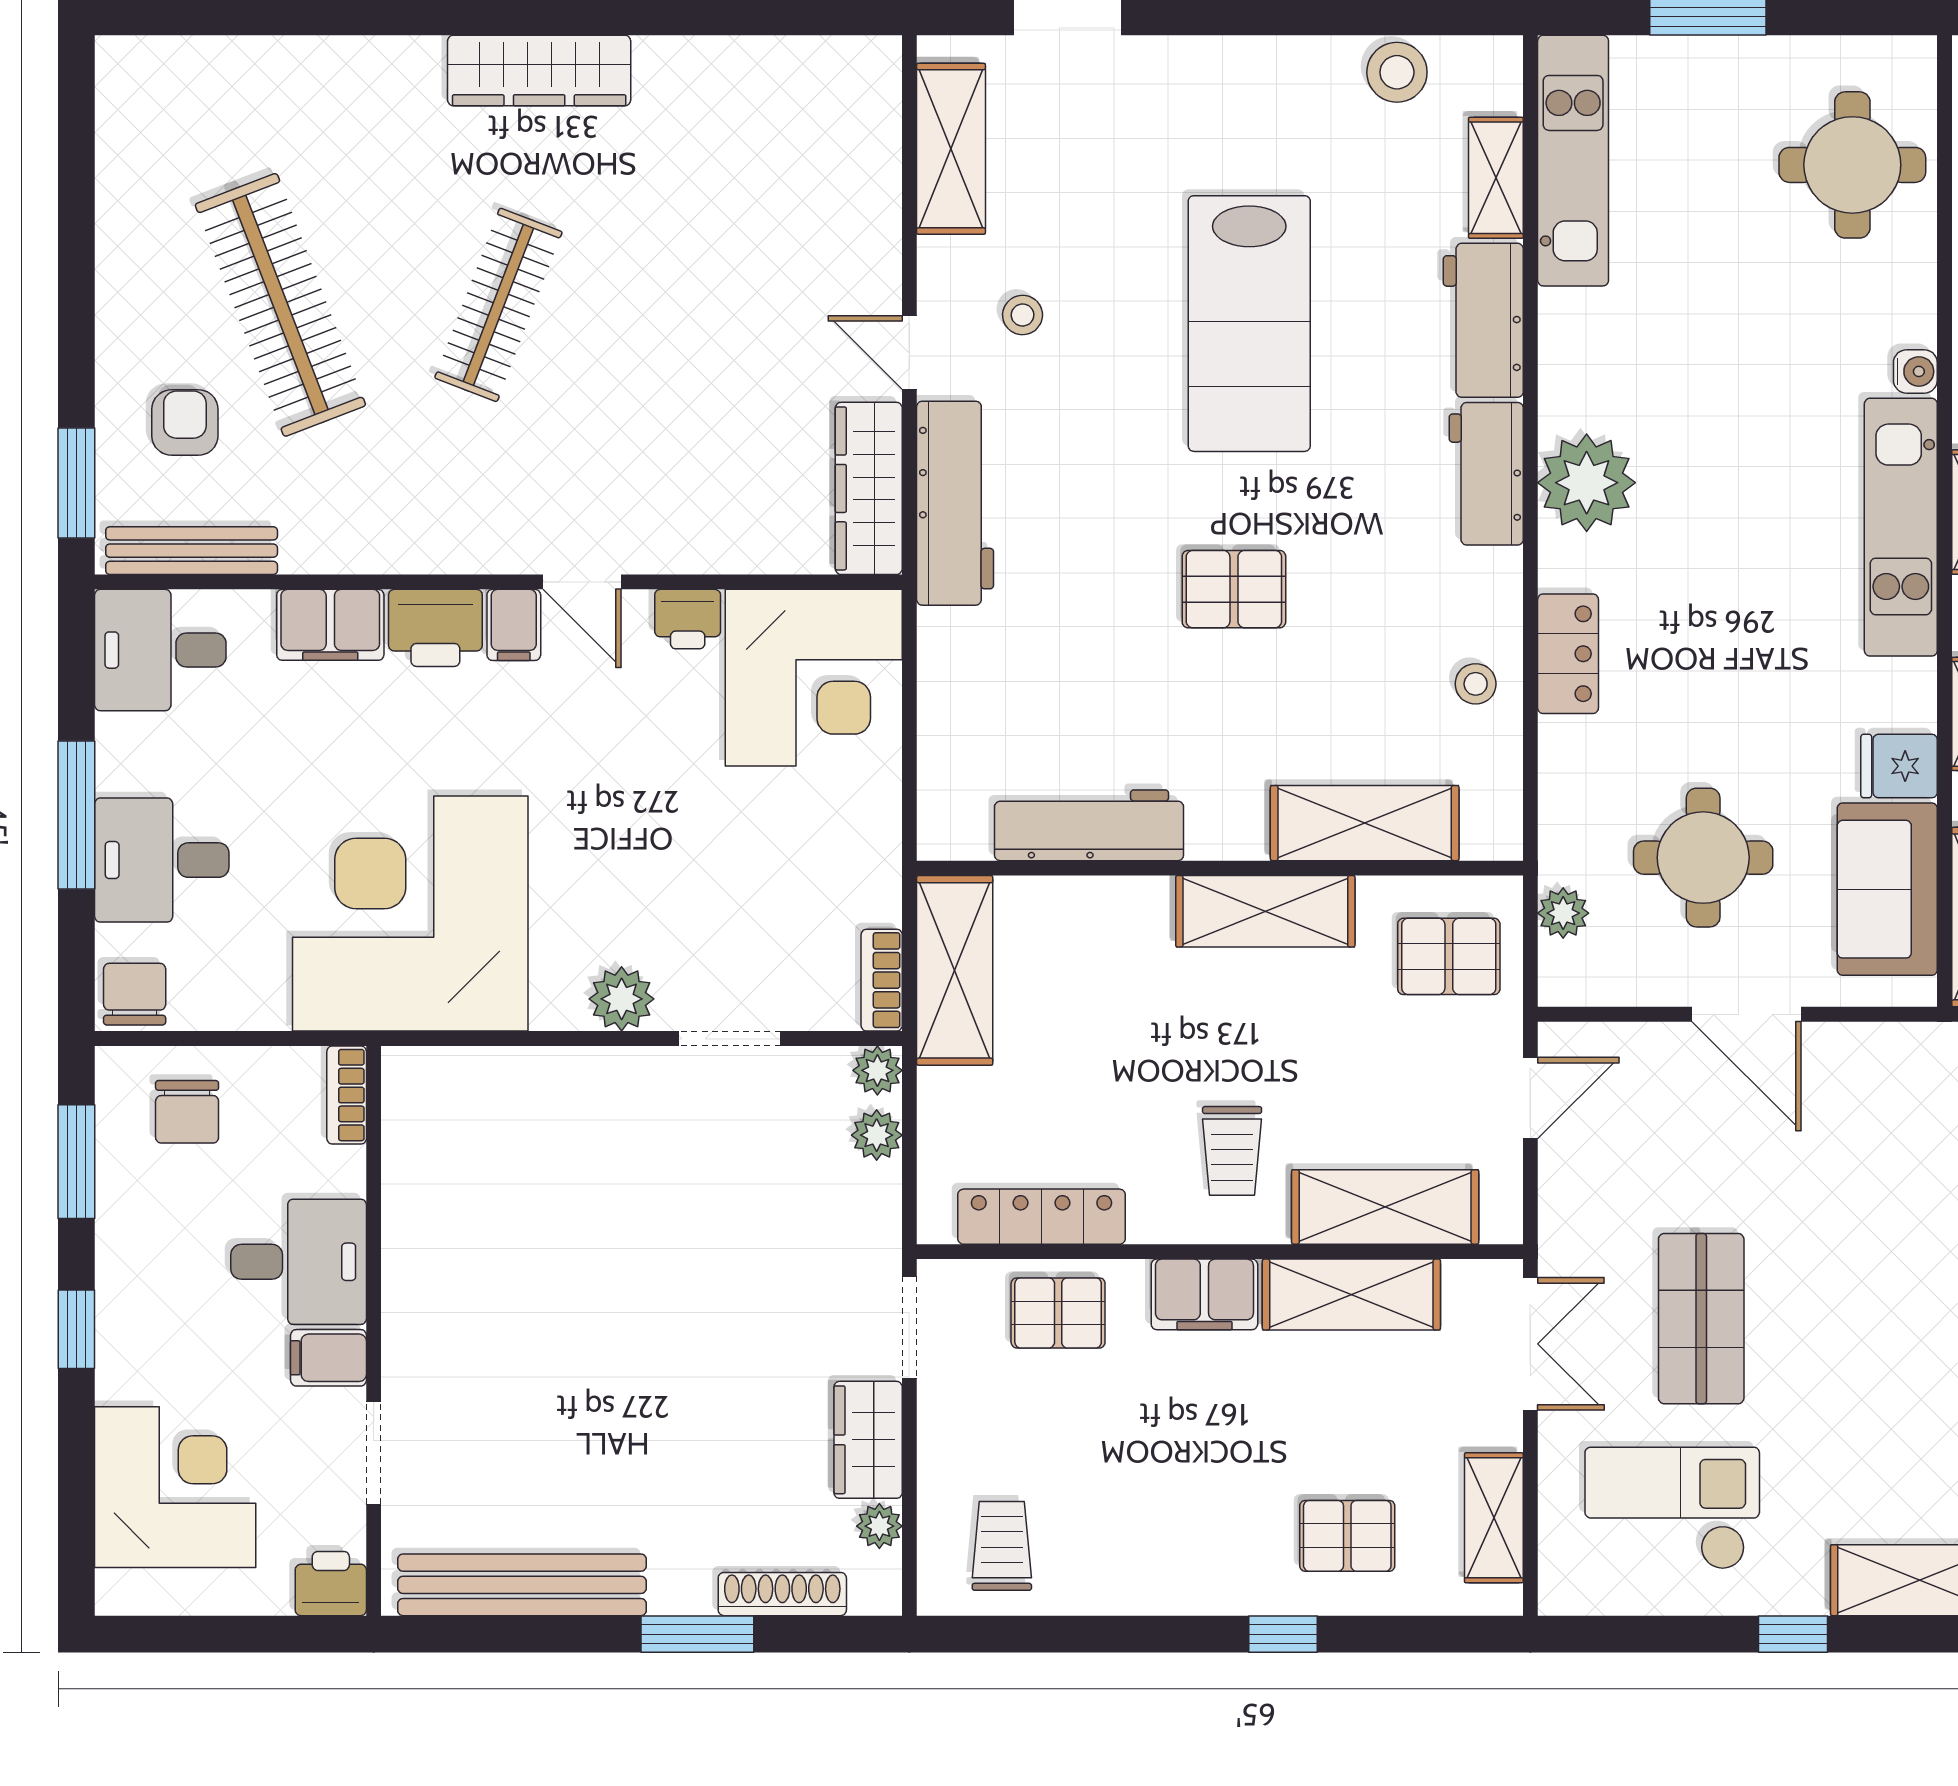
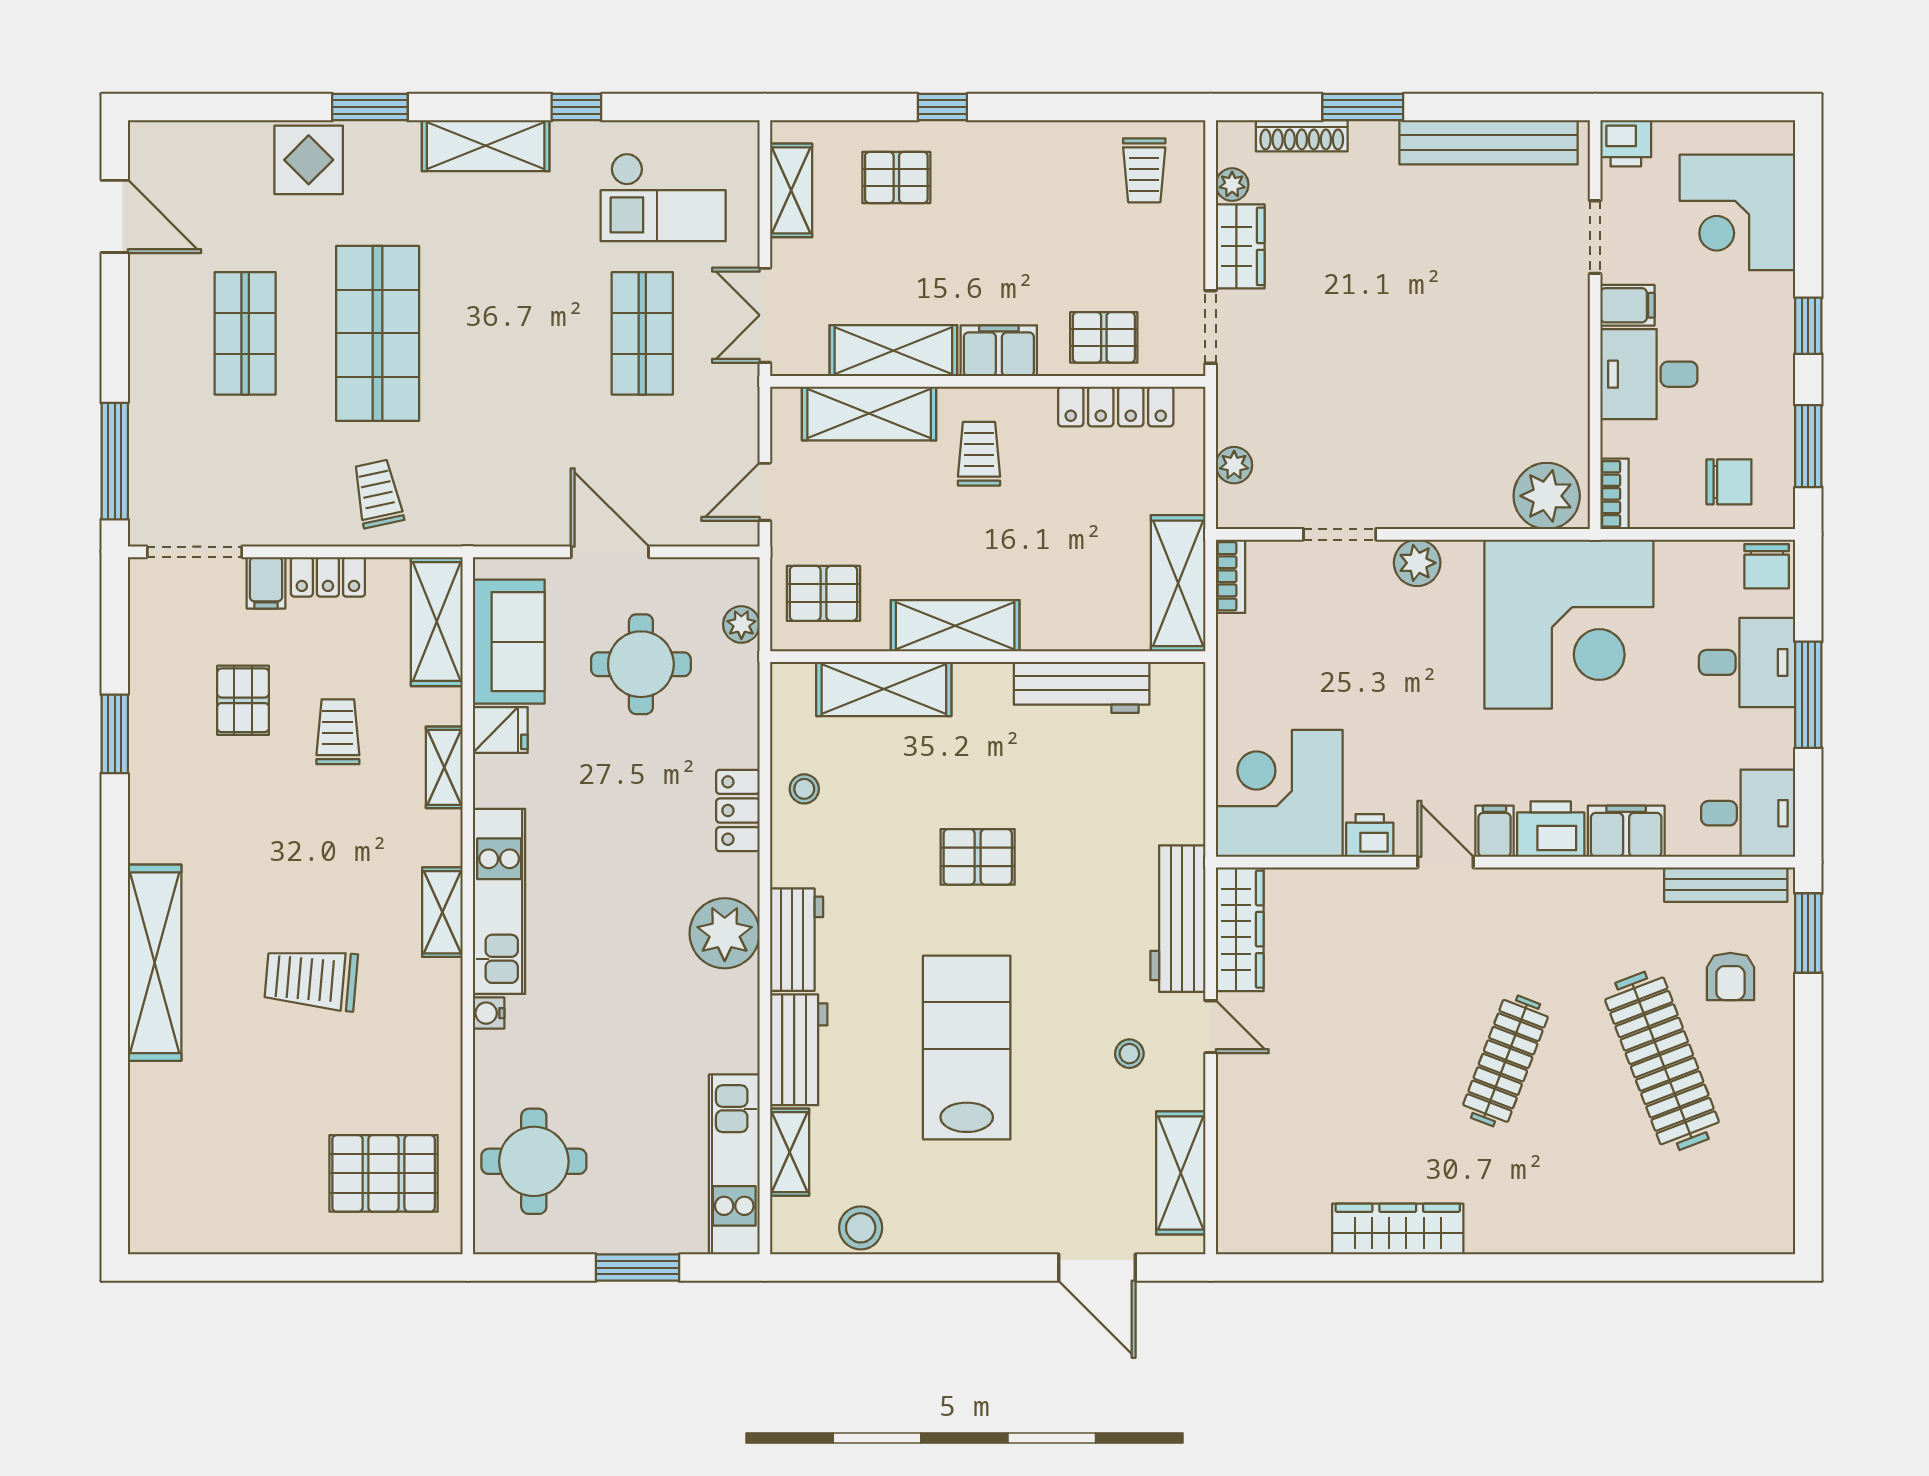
wardrobe: (539, 71) -> (1398, 1229), moved
plant: (877, 1070) -> (1547, 496), moved, width x1.87, depth x1.87
chair: (187, 1112) -> (1729, 482), turned 90

